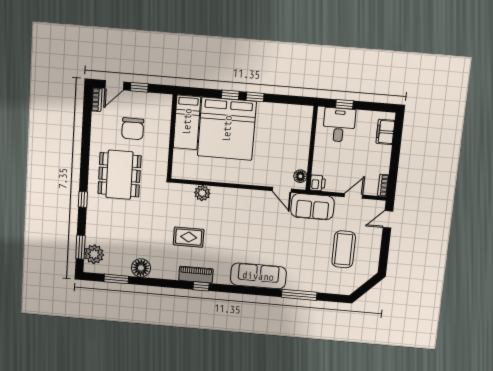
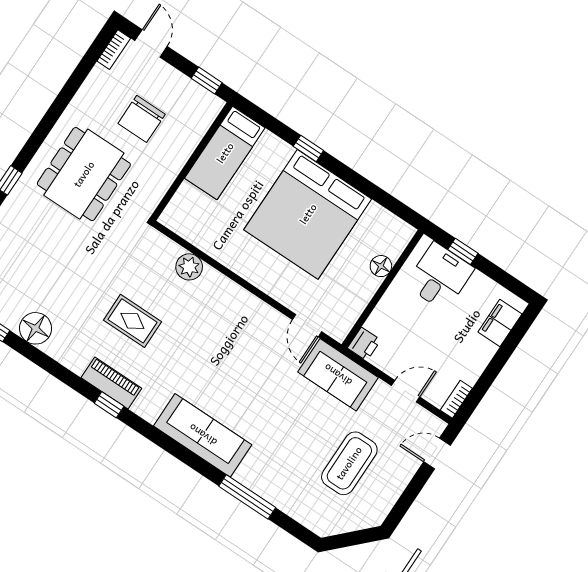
door: (114, 85) -> (151, 43), swing flipped
window: (139, 87) -> (207, 81), moved
window: (255, 97) -> (342, 171), removed
bed: (227, 129) -> (308, 214), moved
floor lamp: (300, 176) -> (381, 266), moved

